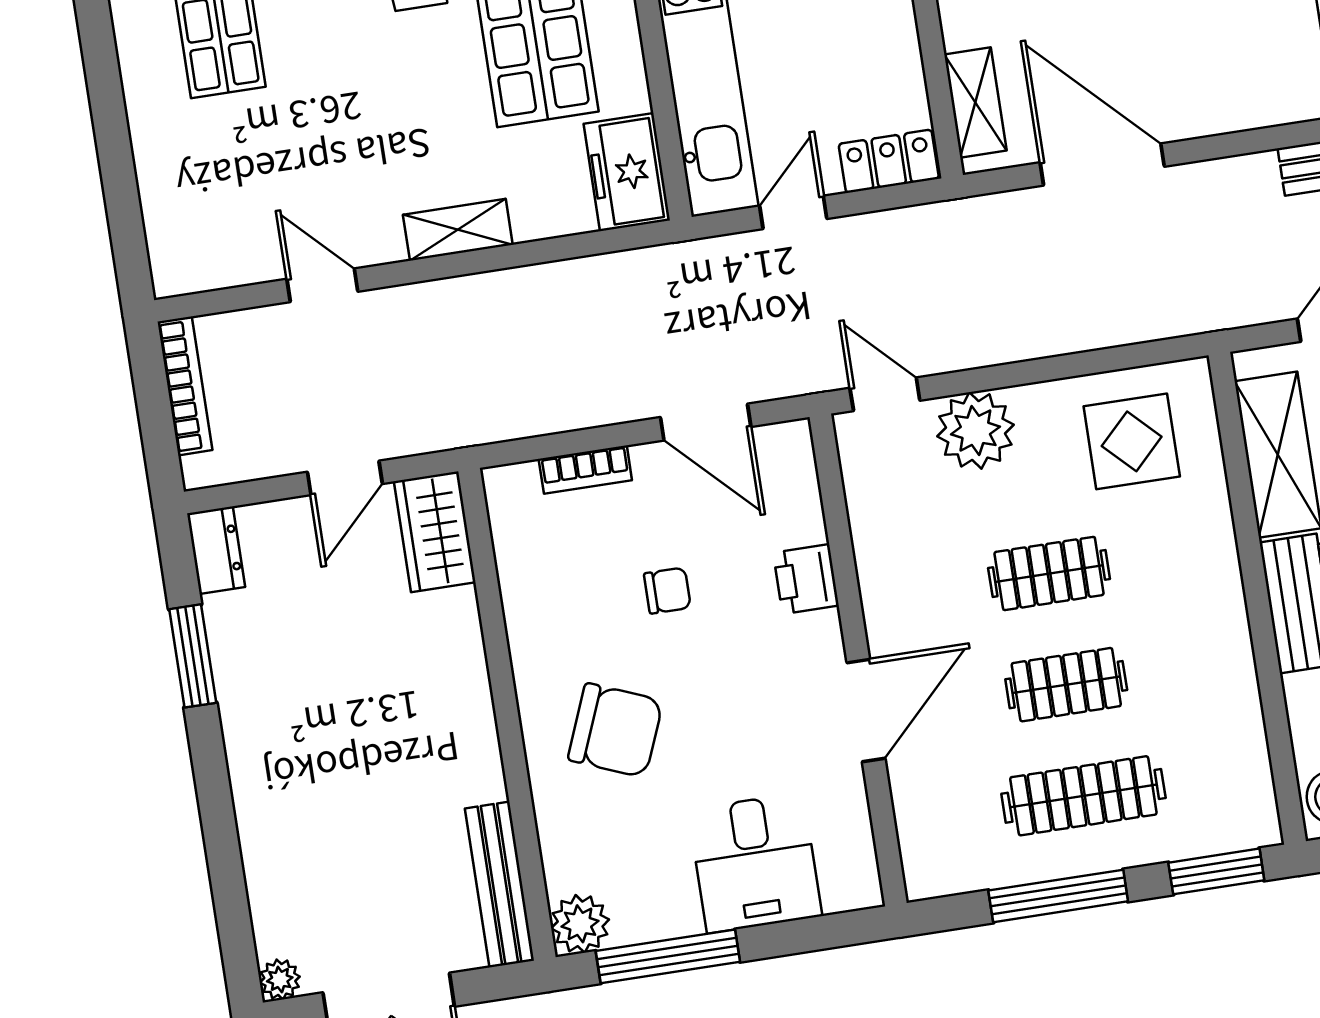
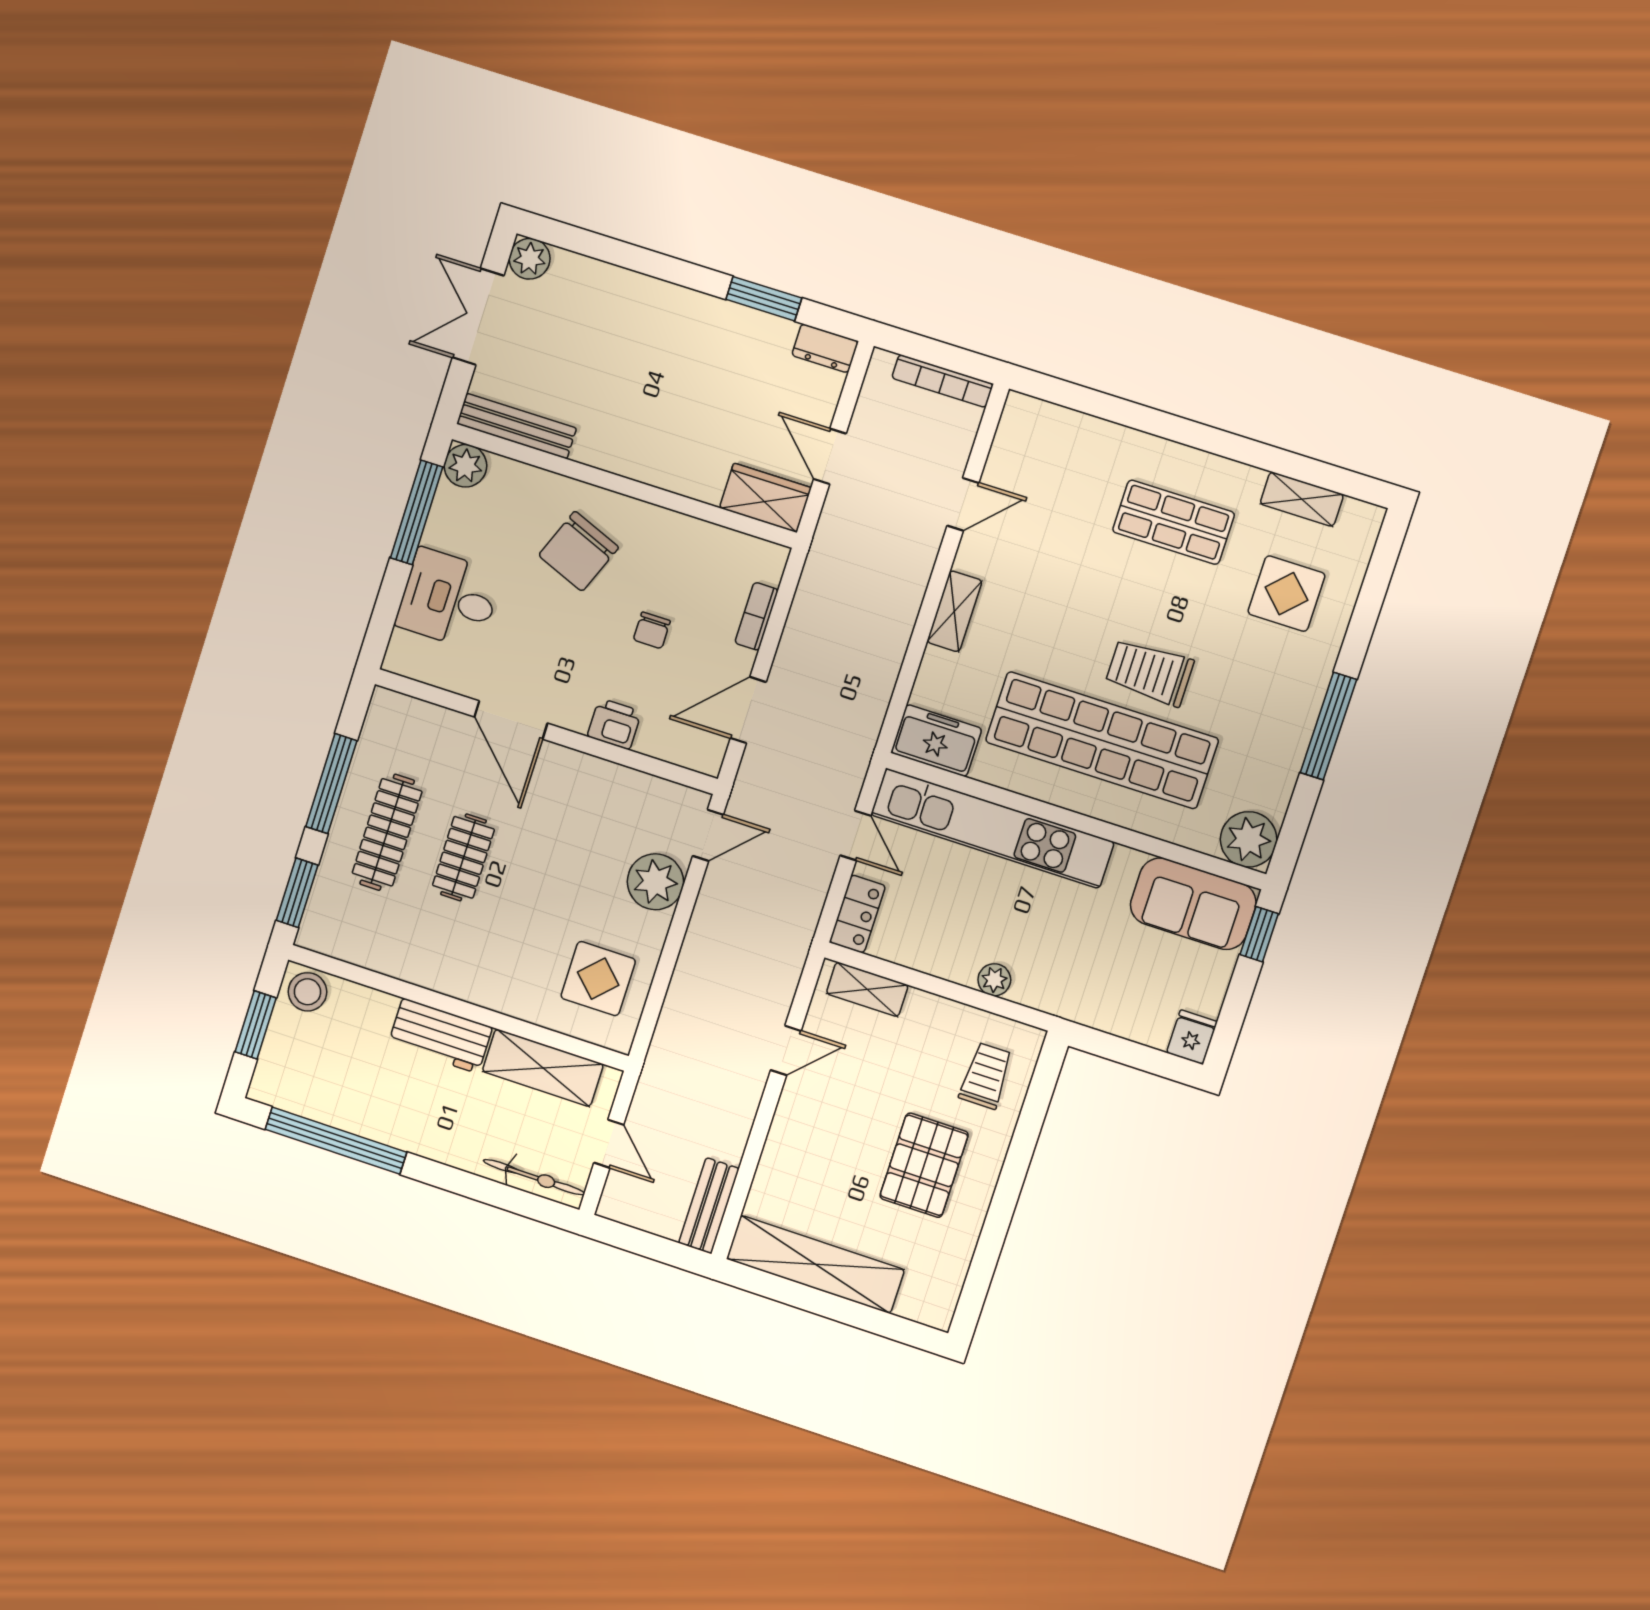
door: (1102, 164) -> (786, 1050), width x0.53
clothes rail: (1049, 573) -> (540, 882), removed
plant: (280, 979) -> (530, 259), width x1.38, depth x1.38

